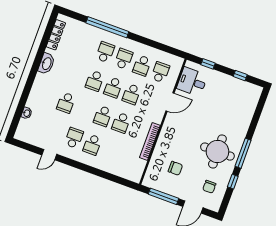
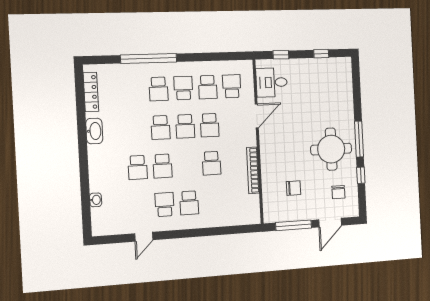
school desk: (105, 52) -> (159, 89), turned 180
school desk: (103, 116) -> (163, 166), moved

